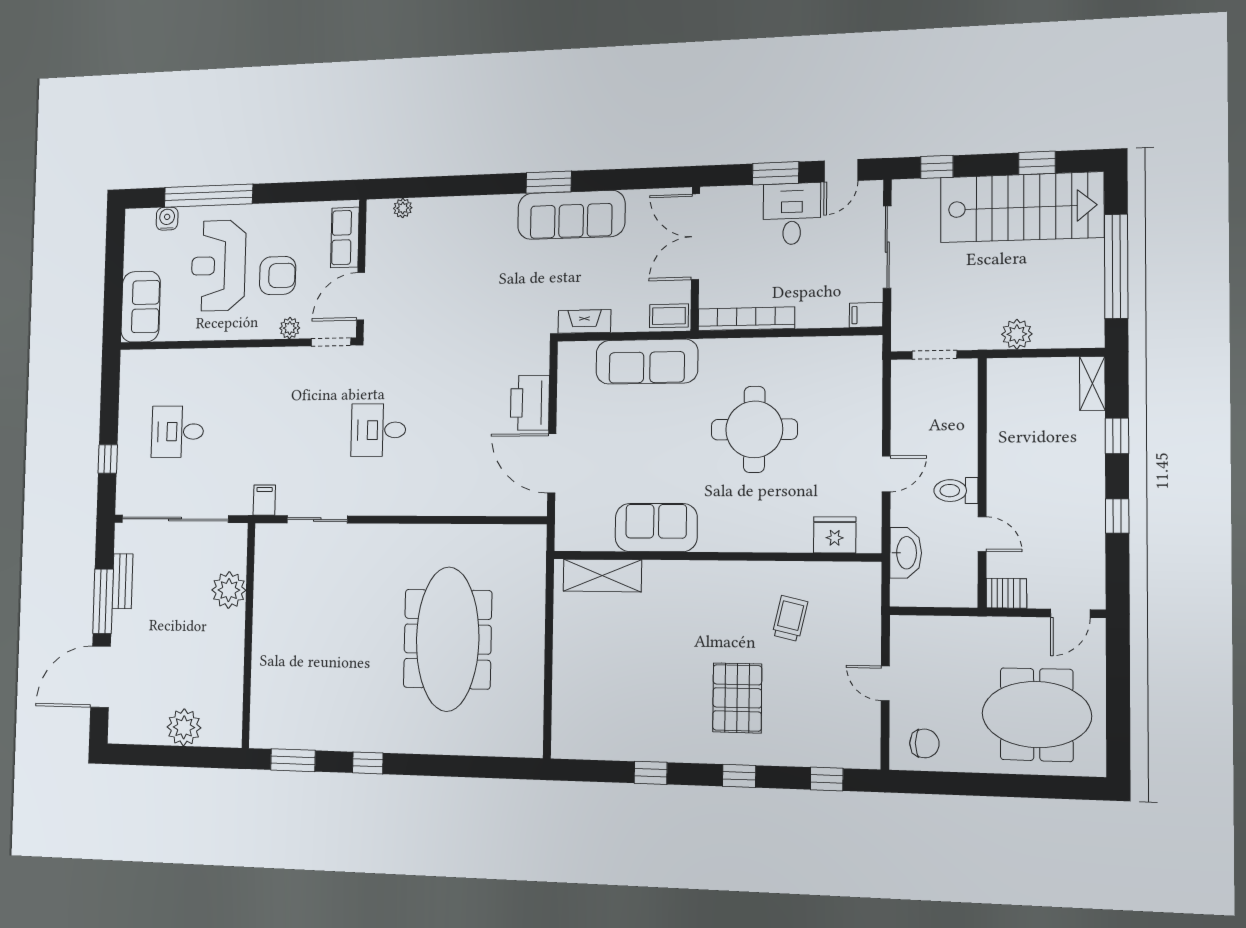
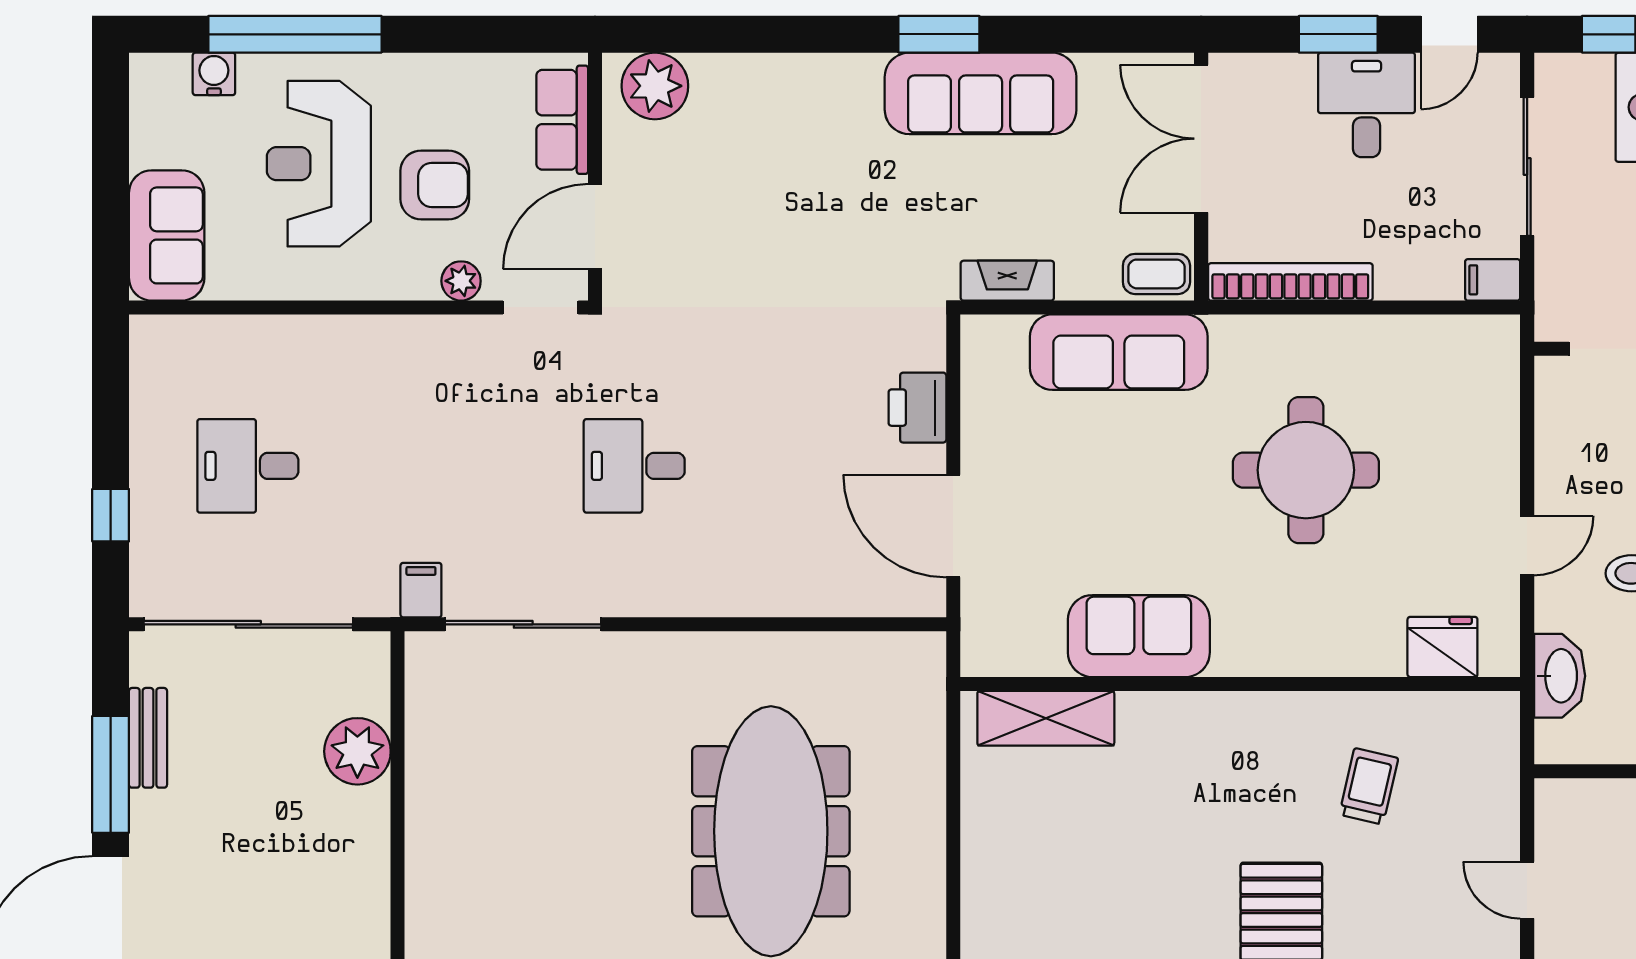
plant: (403, 208) -> (655, 86), width x1.88, depth x1.88
printer: (530, 403) -> (917, 408), width x0.73, depth x0.84
sliding door: (317, 519) -> (523, 624), width x1.37

